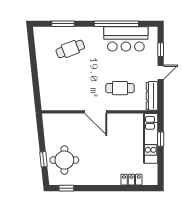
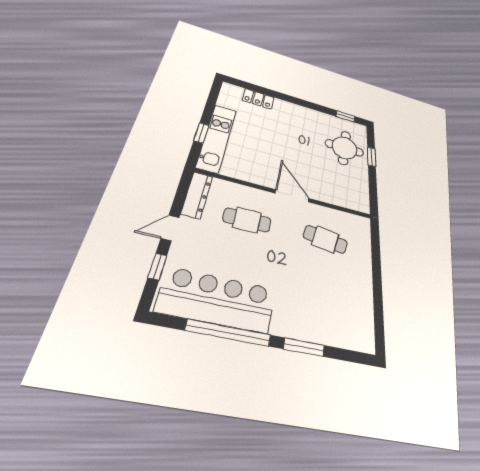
window: (63, 24) -> (304, 347), moved
bar counter: (126, 39) -> (217, 300), width x1.36
cafe table: (70, 49) -> (325, 239), moved, turned 30

